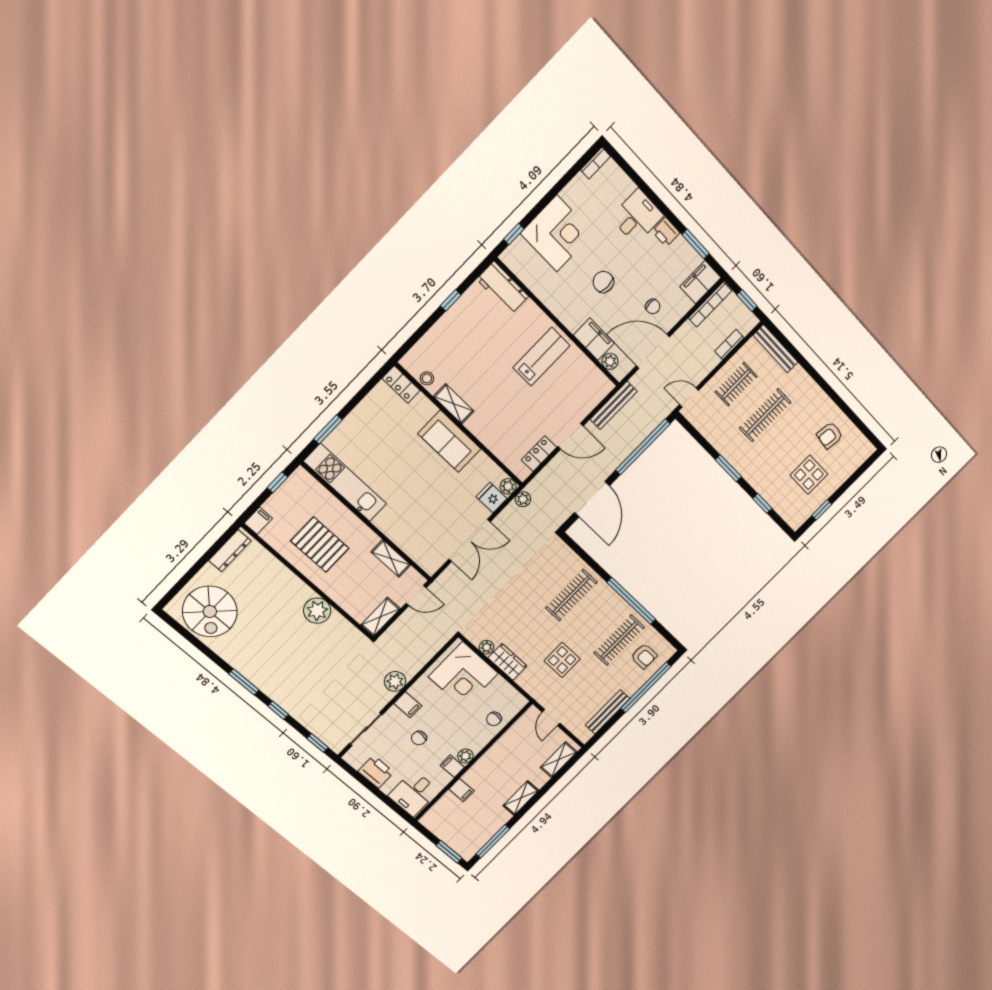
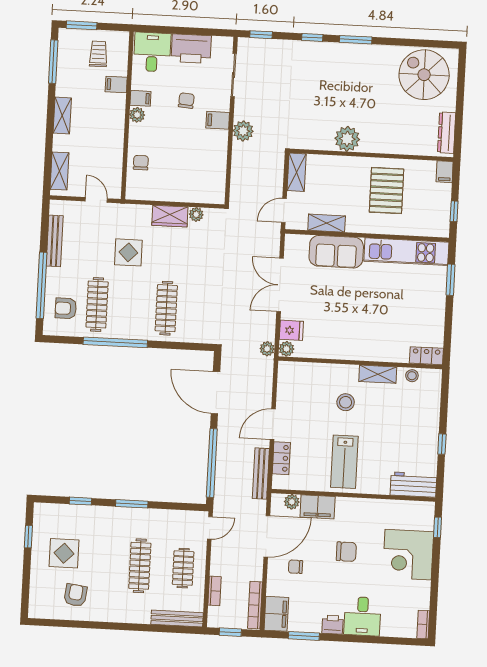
stool: (499, 404) -> (346, 402), added
sofa: (449, 441) -> (336, 252), moved, turned 180
locker: (539, 454) -> (281, 458), moved
pallet: (320, 545) -> (387, 191), turned 90
corner desk: (463, 675) -> (195, 178), removed
printer: (376, 772) -> (191, 49), width x1.37, depth x1.19
trolley: (455, 822) -> (98, 54), added

